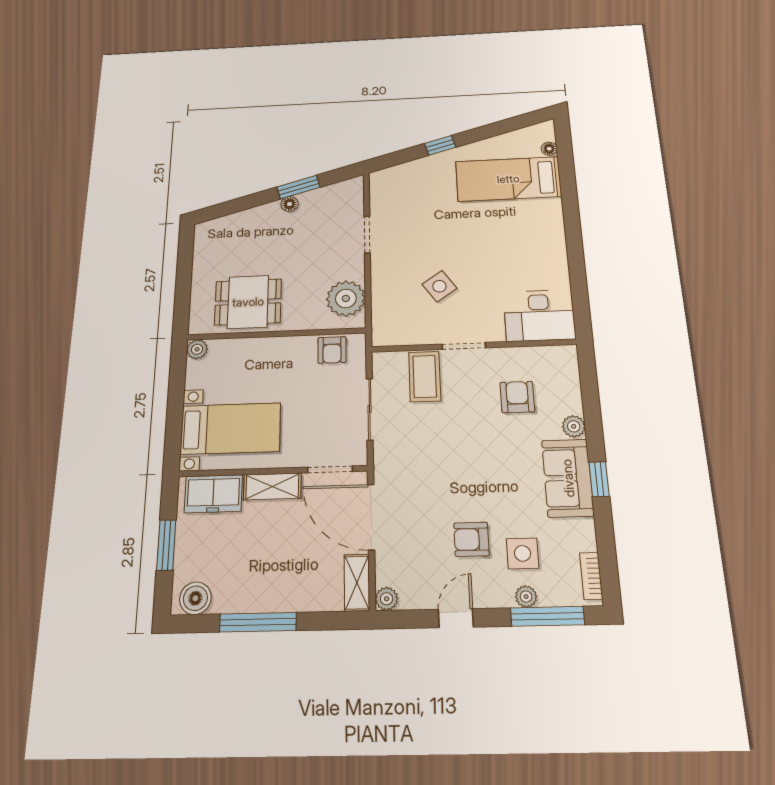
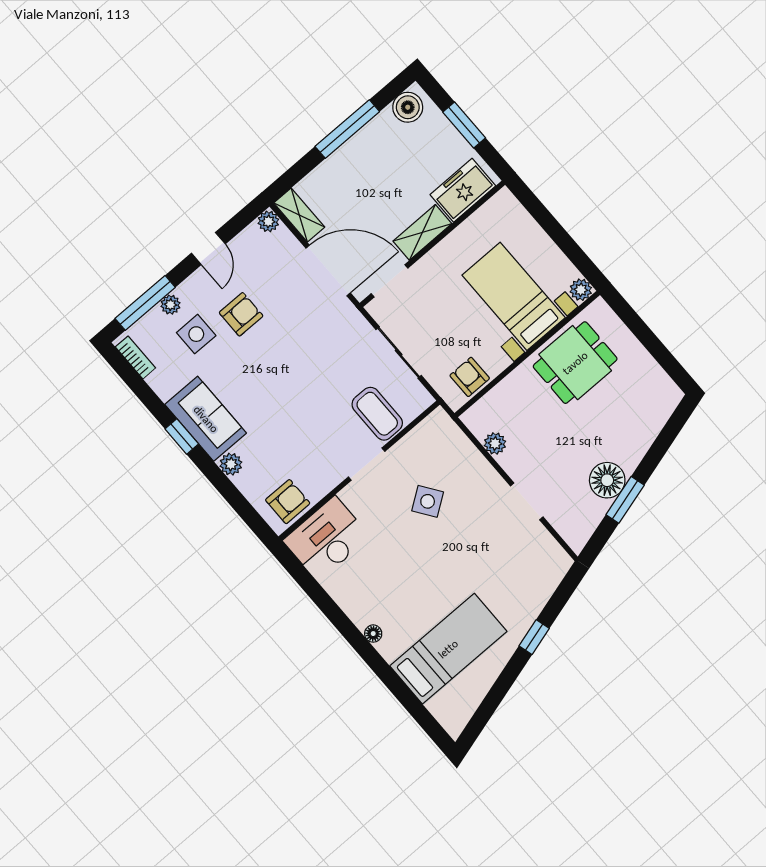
floor lamp: (549, 149) -> (373, 634), moved
floor lamp: (290, 204) -> (607, 480), width x1.89, depth x1.89
plant: (346, 298) -> (495, 443), width x0.53, depth x0.53
armchair: (517, 397) -> (288, 502), moved, turned -90
bed with nightstands: (231, 429) -> (514, 296), moved, turned 90

